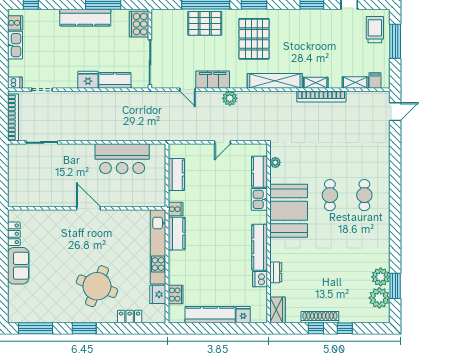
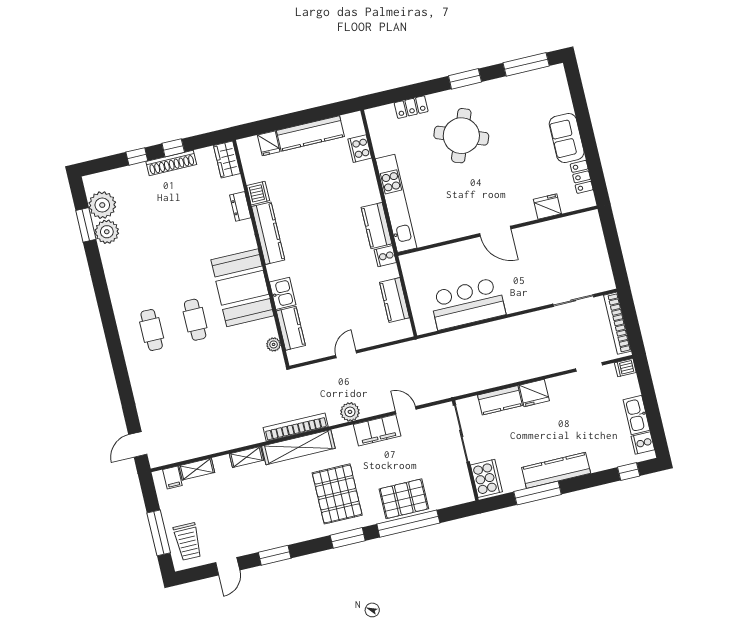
bookcase: (321, 97) -> (296, 427), moved
fridge: (158, 294) -> (547, 207), moved, turned -90

